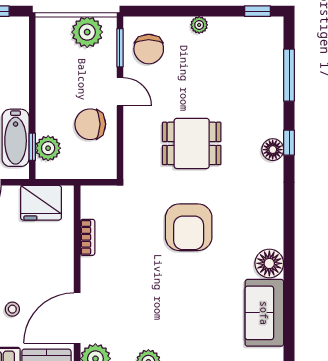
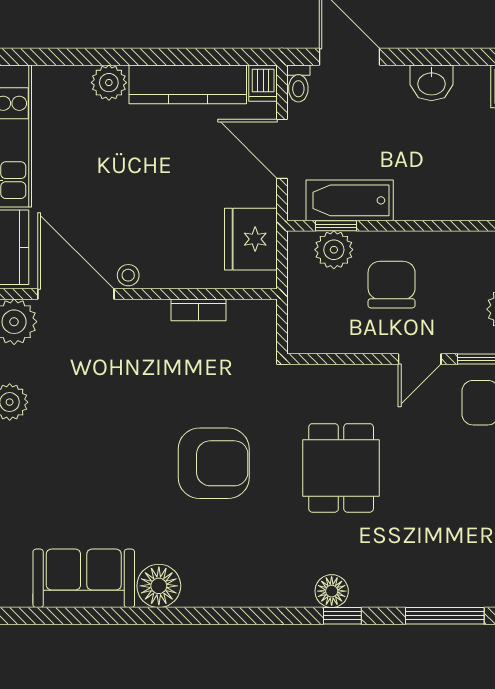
chair: (90, 124) -> (392, 285), moved
armchair: (189, 227) -> (214, 463), turned 180
stool: (12, 309) -> (128, 275), moved

